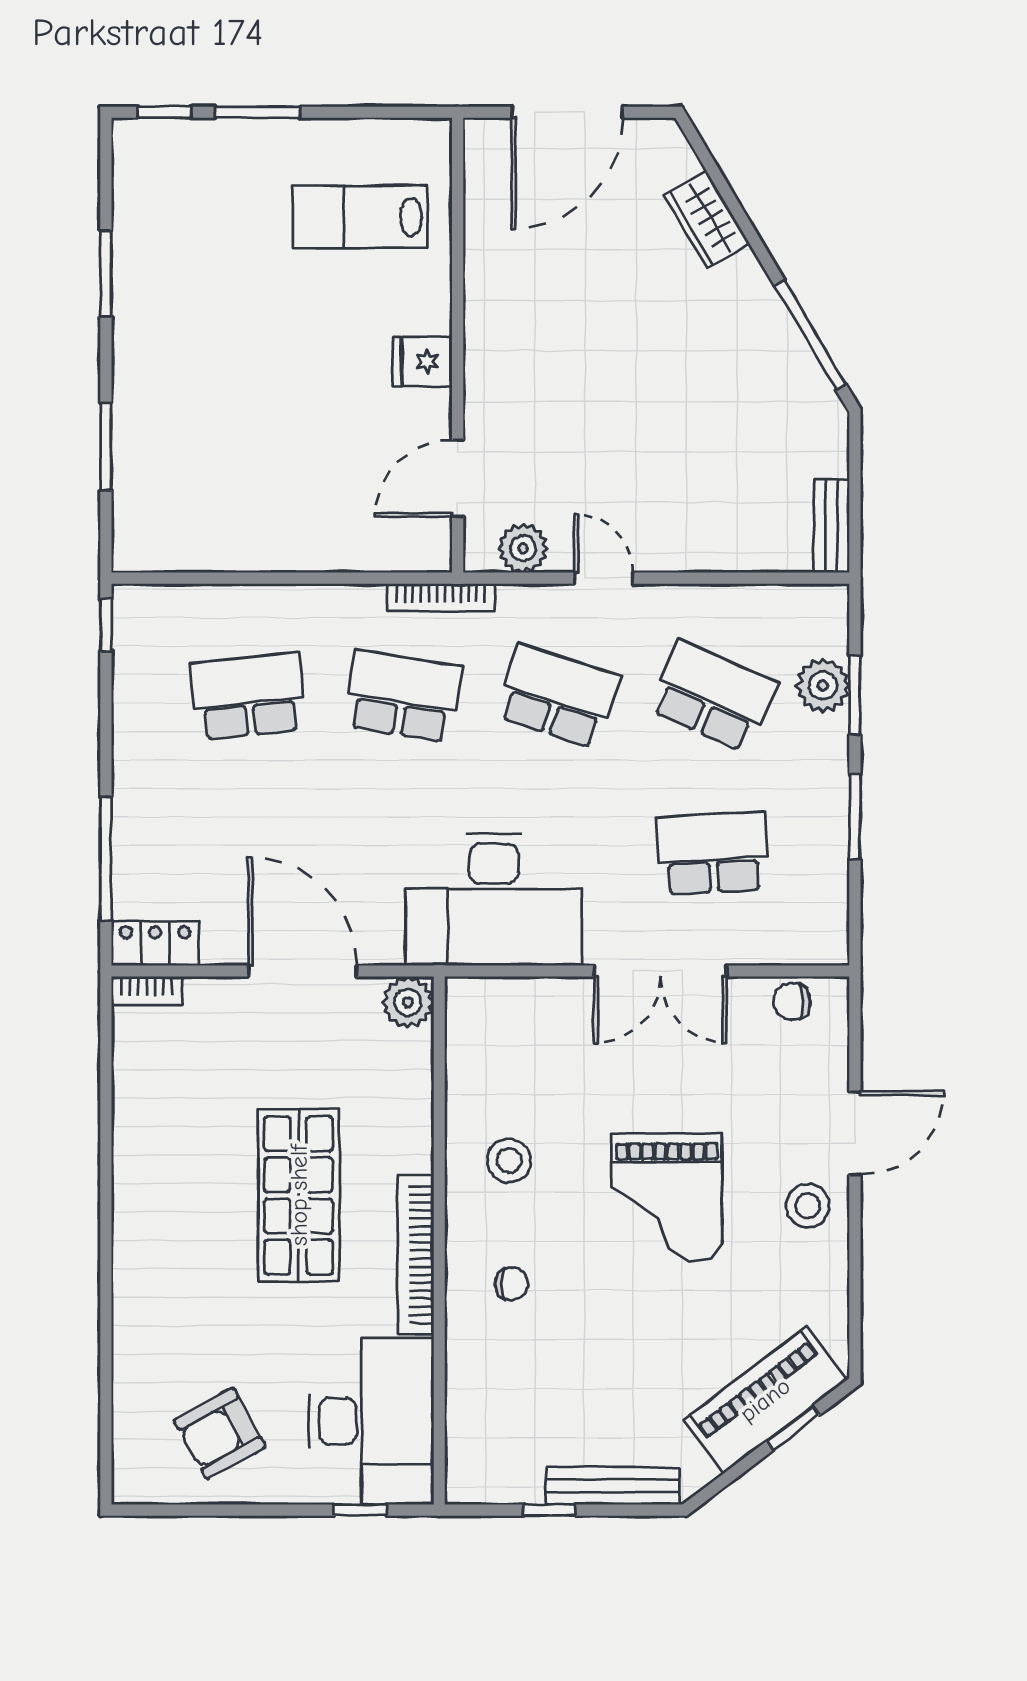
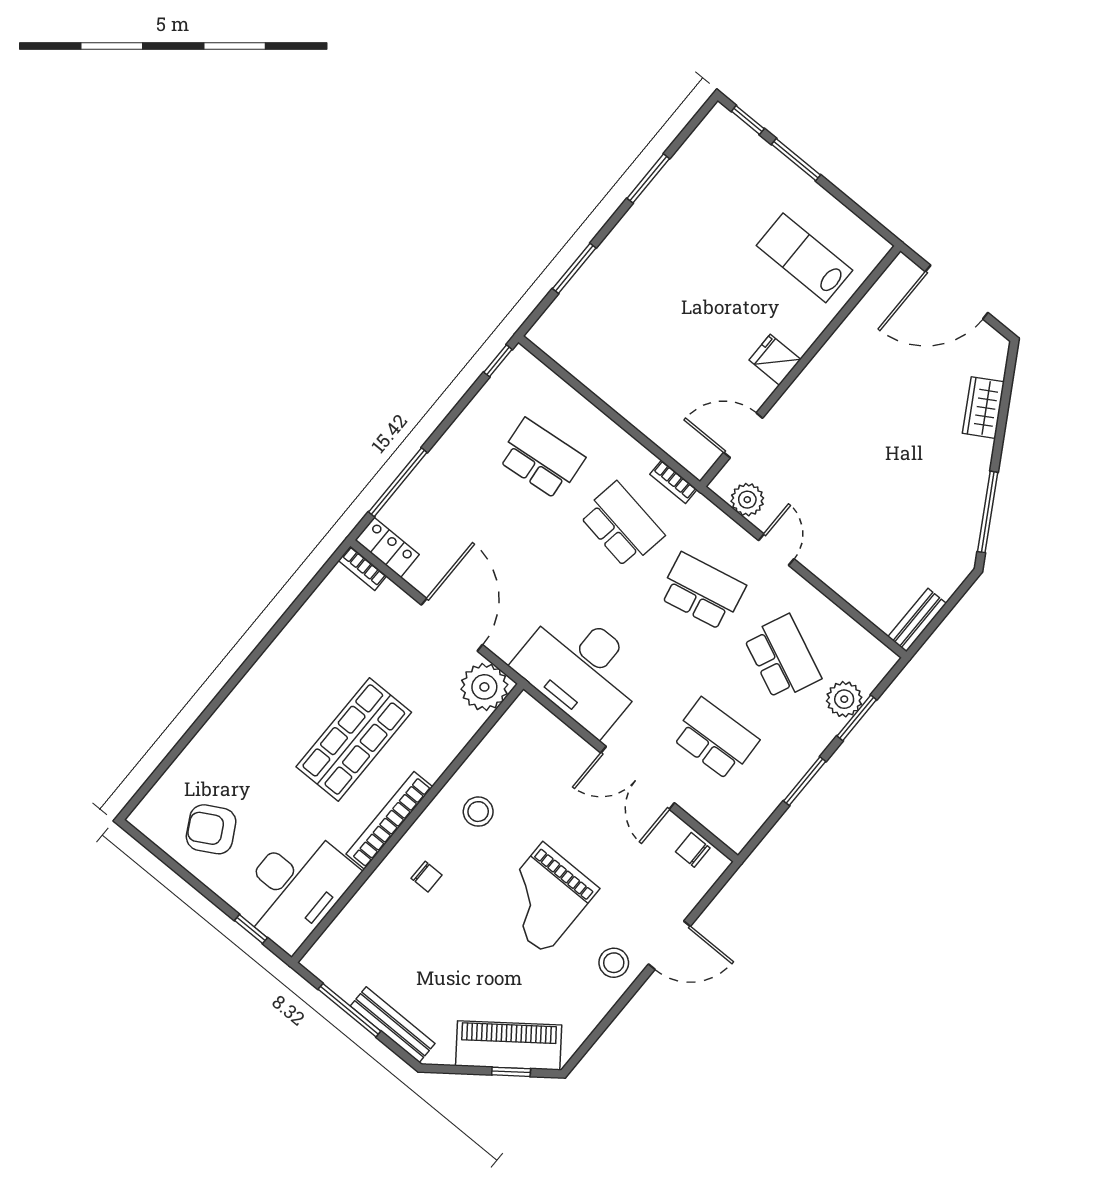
bookcase: (441, 597) -> (674, 482), width x0.64
school desk: (558, 696) -> (702, 591), turned -30
plant: (408, 1002) -> (484, 687), width x1.36, depth x1.36
window: (550, 1510) -> (349, 1010), width x2.17

